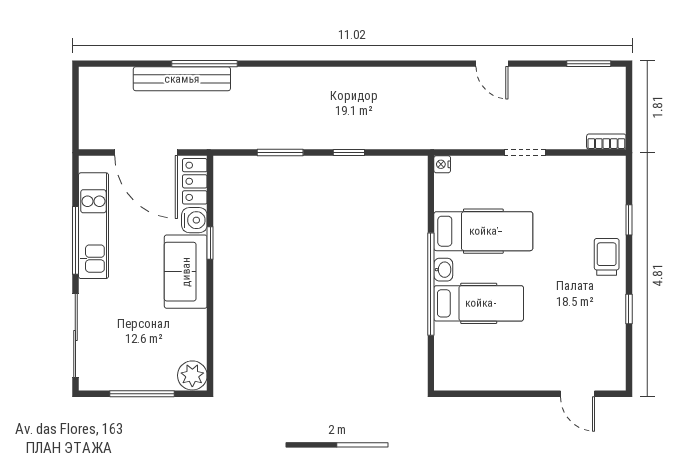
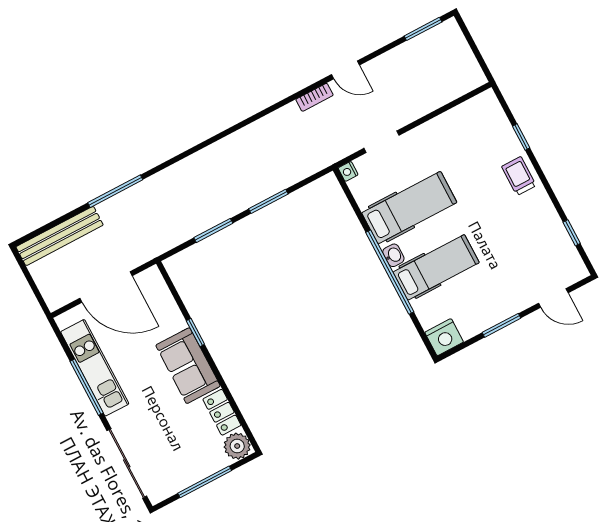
bench: (182, 79) -> (60, 236), moved
bookcase: (606, 142) -> (315, 97), moved, turned 180
window: (349, 153) -> (268, 201), width x1.50
doorway: (525, 153) -> (381, 142), moved
locker: (195, 181) -> (222, 412), moved
water cooler: (194, 220) -> (173, 321), removed
window: (629, 309) -> (572, 233), moved
nightstand: (451, 376) -> (444, 337), added
window: (513, 394) -> (502, 325), added

